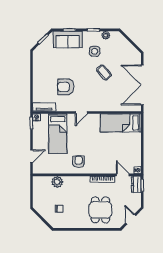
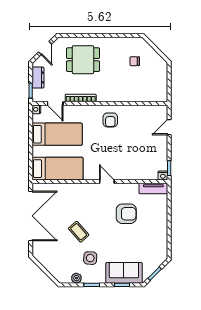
door: (81, 113) -> (107, 182), hinge flipped
bed: (58, 134) -> (57, 134), moved, turned 90
plant: (57, 182) -> (137, 95), removed
dresser: (136, 185) -> (38, 78), moved
dining table: (100, 210) -> (83, 60), turned 90

